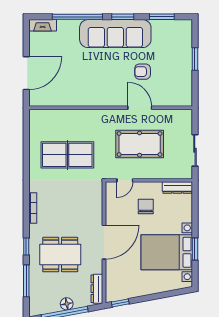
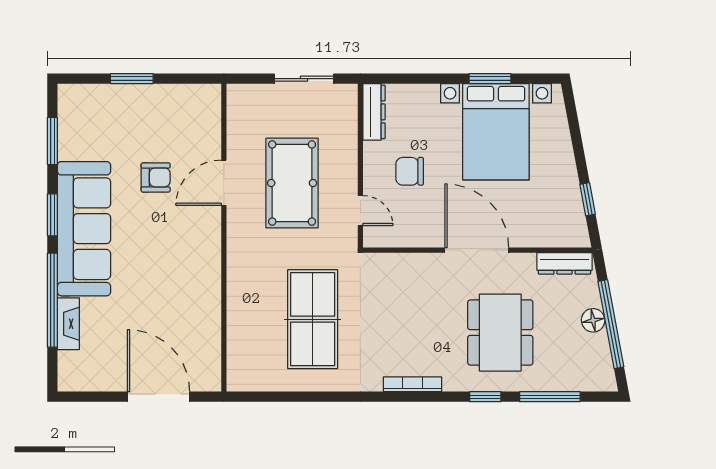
fireplace: (43, 25) -> (68, 324), moved
armchair: (143, 72) -> (156, 177), turned -90
window: (120, 303) -> (588, 199), moved

